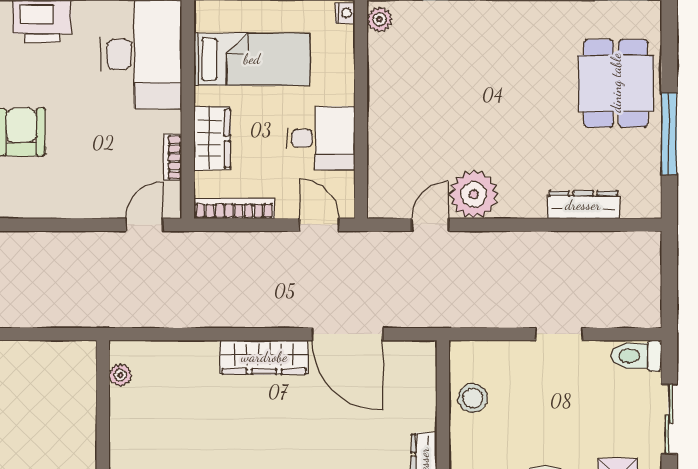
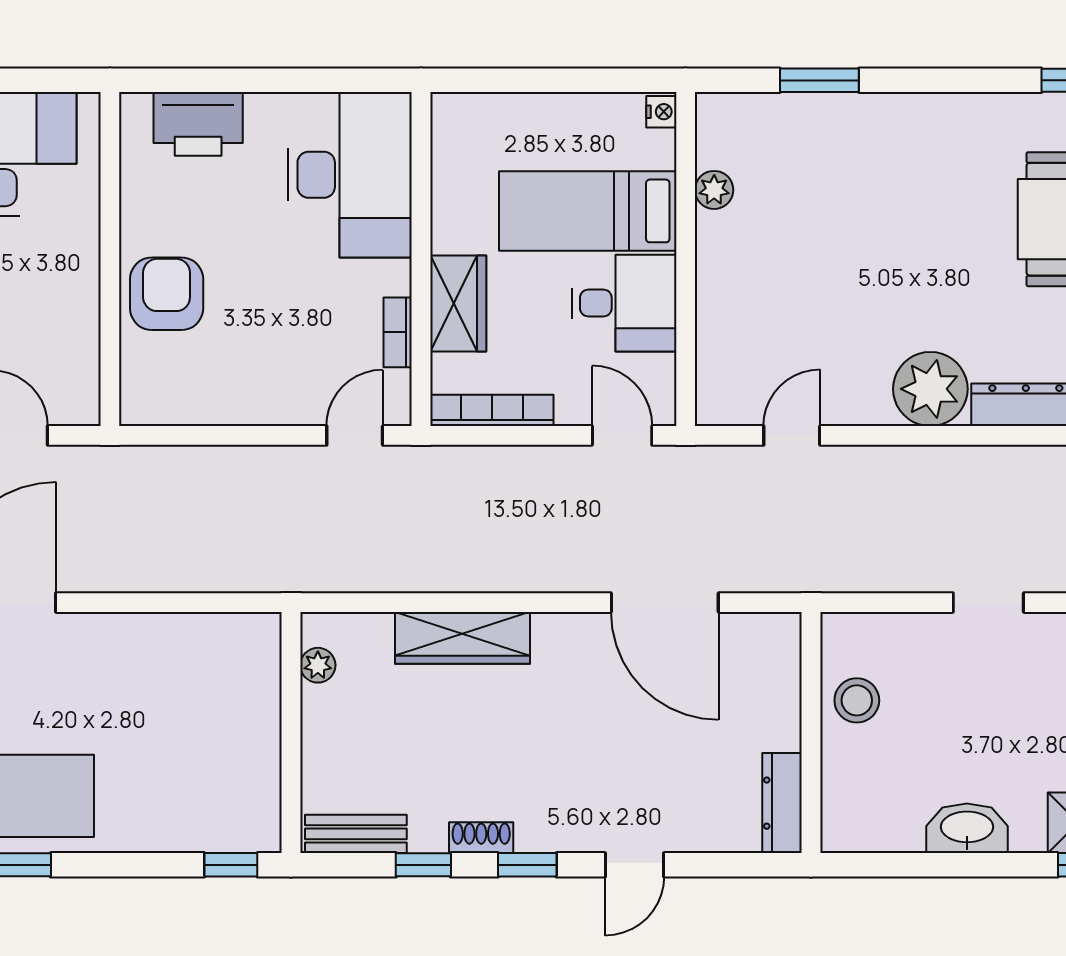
plant: (379, 19) -> (714, 190), moved
bed: (252, 59) -> (588, 211), moved, turned 180
plant: (474, 194) -> (930, 389), moved
wardrobe: (264, 357) -> (462, 638), moved

